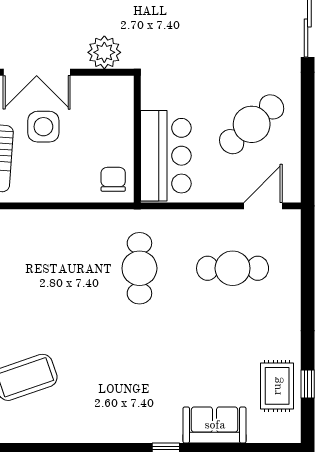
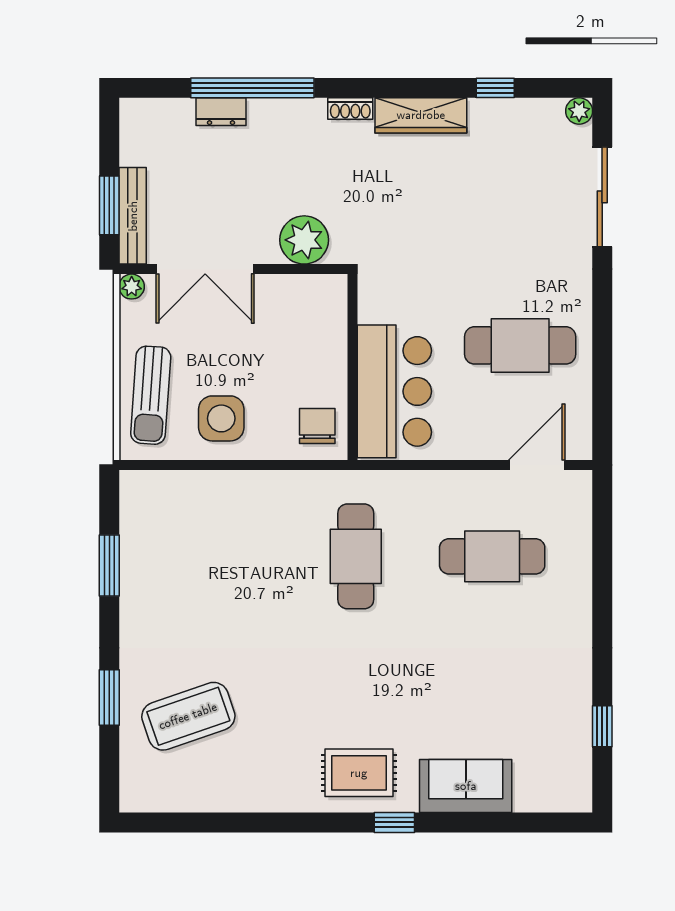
cafe table: (252, 124) -> (520, 345), turned 41
side table: (43, 127) -> (221, 418), moved
rug: (277, 386) -> (359, 773), moved, turned 90

